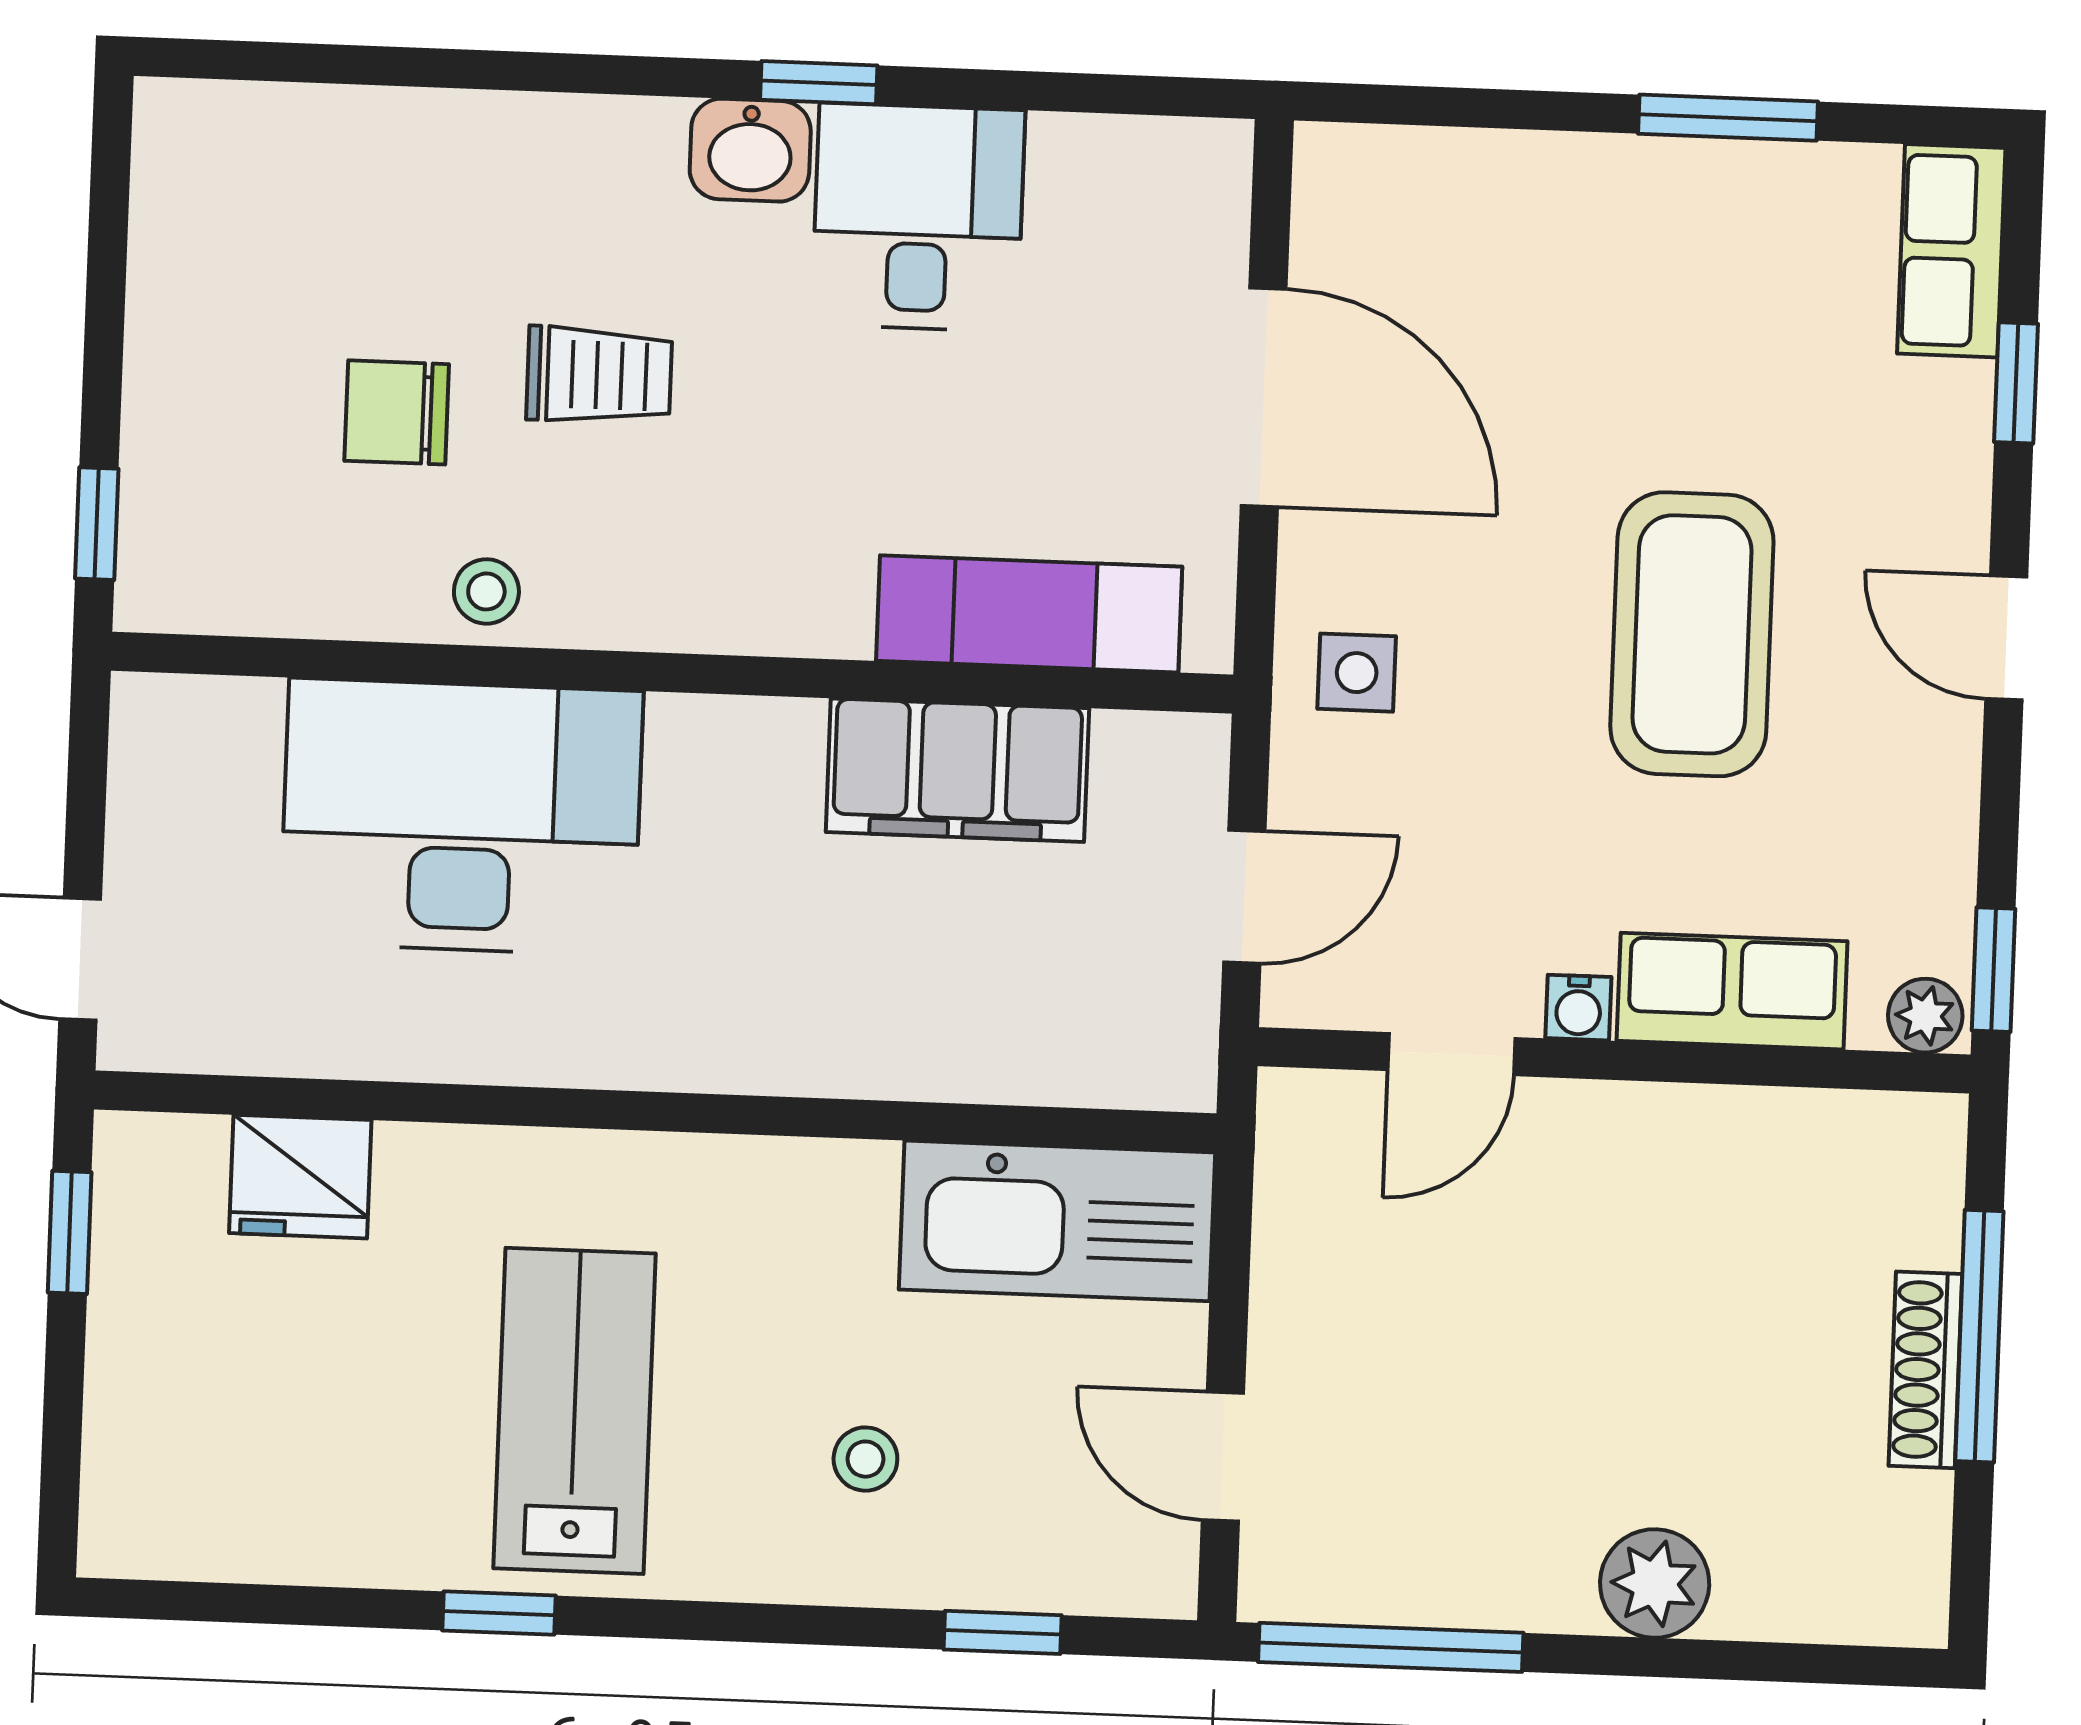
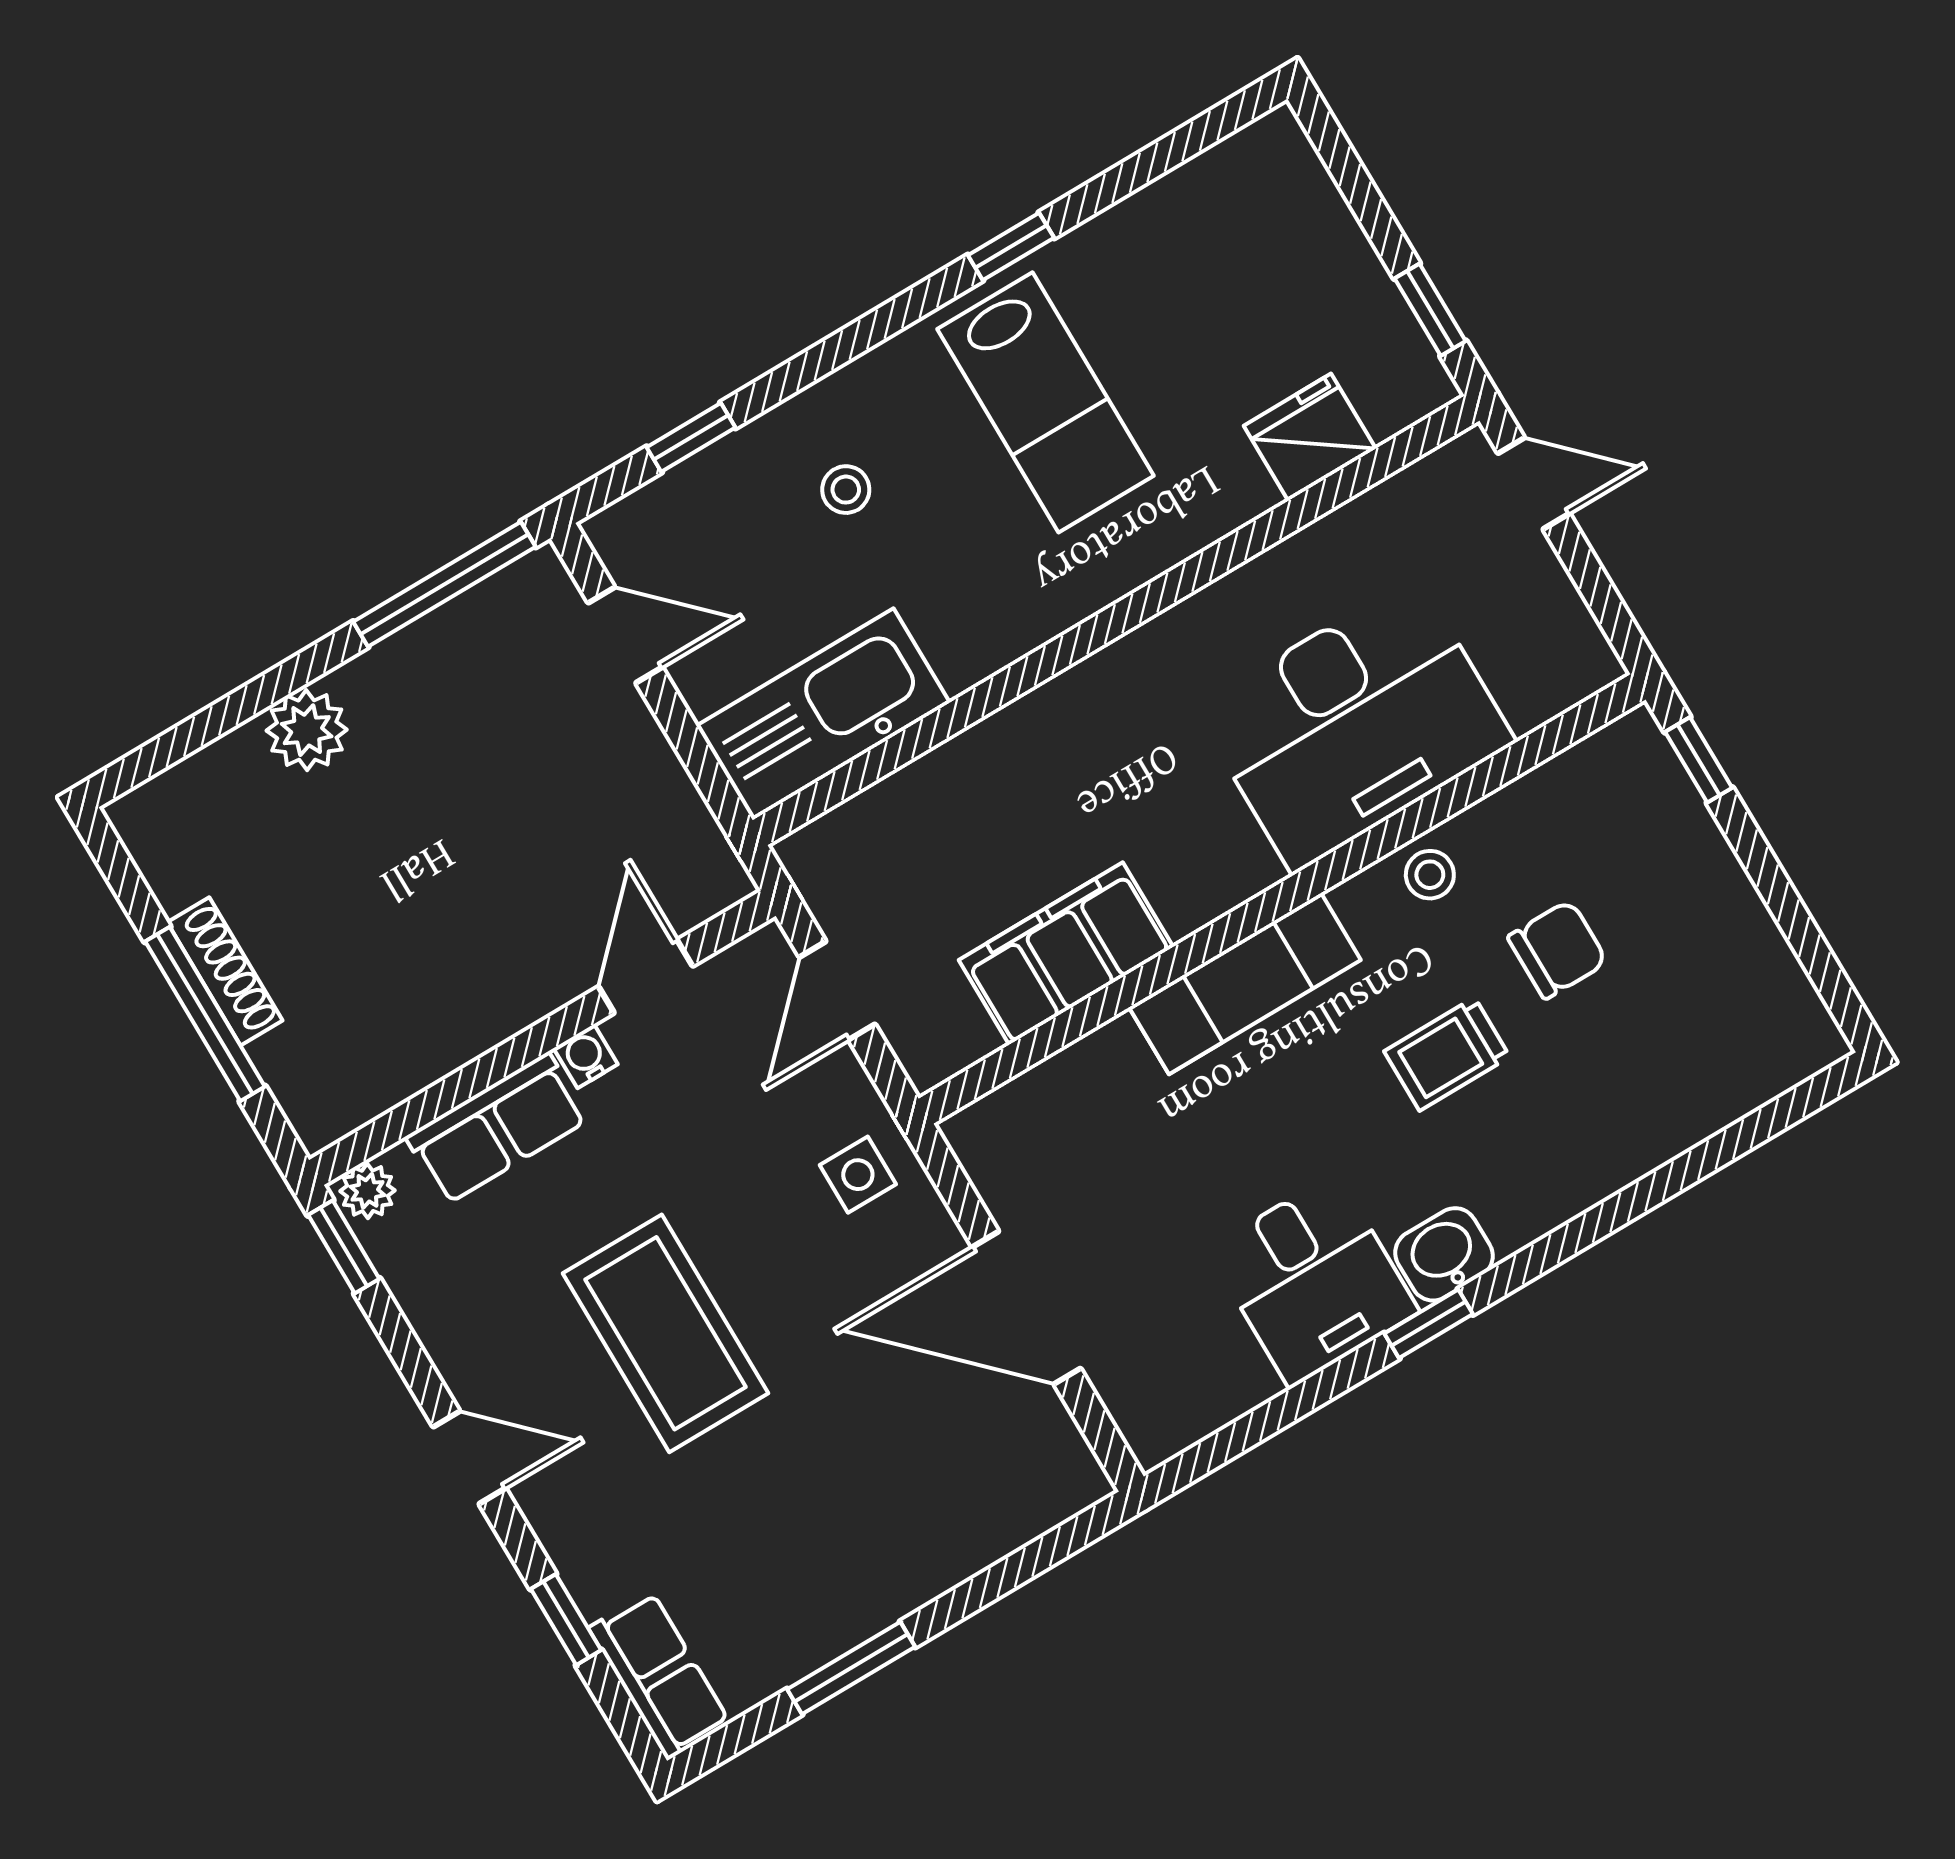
exam couch: (1029, 614) -> (1245, 984), moved

